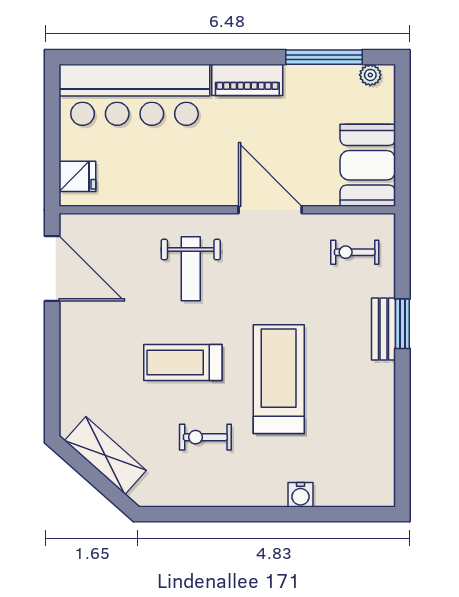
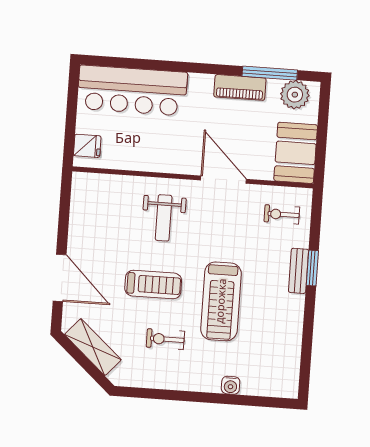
plant: (370, 75) -> (295, 95), width x1.88, depth x1.88
piano: (247, 80) -> (240, 87), moved
door: (52, 268) -> (60, 278), moved
treadmill: (183, 362) -> (153, 285), turned 180
treadmill: (279, 379) -> (221, 301), turned 180

